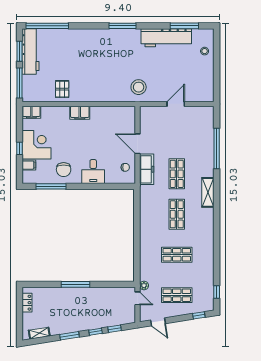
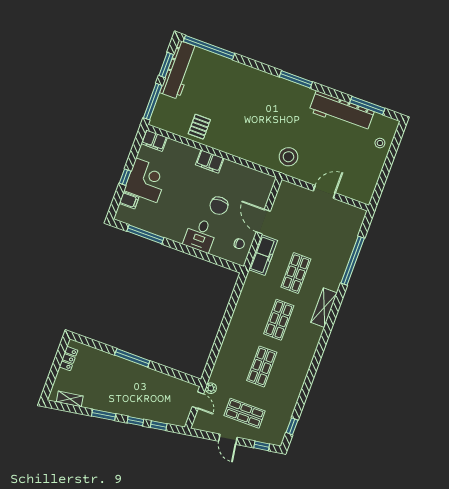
chair: (64, 170) -> (219, 206), moved
shop shelf: (177, 255) -> (262, 366), turned 90
door: (158, 322) -> (228, 439), moved

